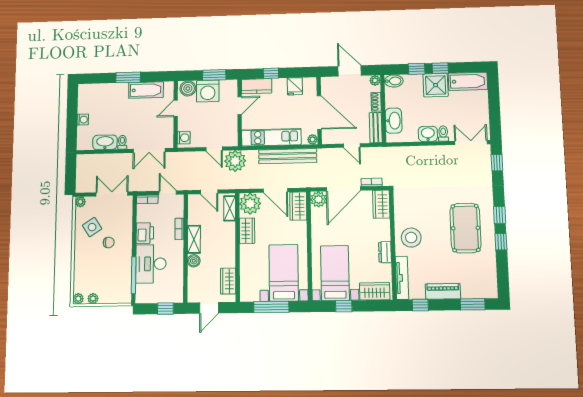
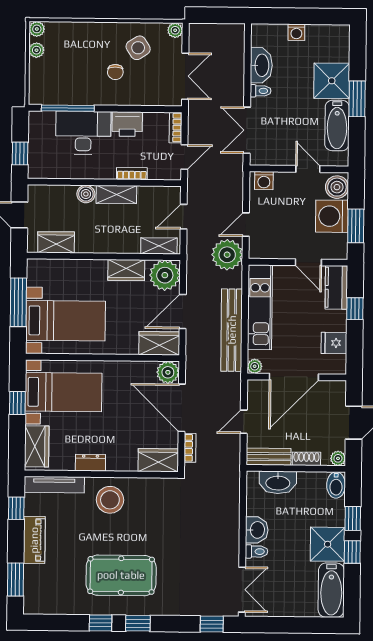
shower: (116, 95) -> (332, 81), added

